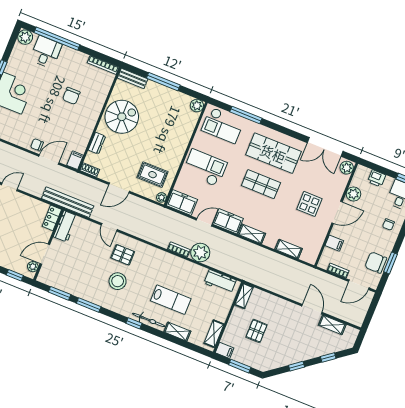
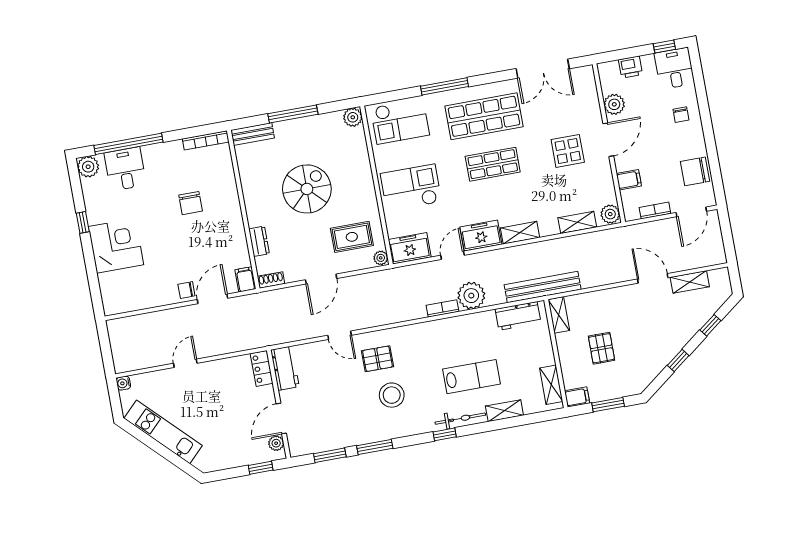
window: (246, 115) -> (445, 86), moved
spiral stairs: (122, 117) -> (307, 189), moved
plant: (347, 168) -> (610, 214), moved
bench: (68, 202) -> (543, 287), moved
window: (391, 263) -> (713, 160), removed

